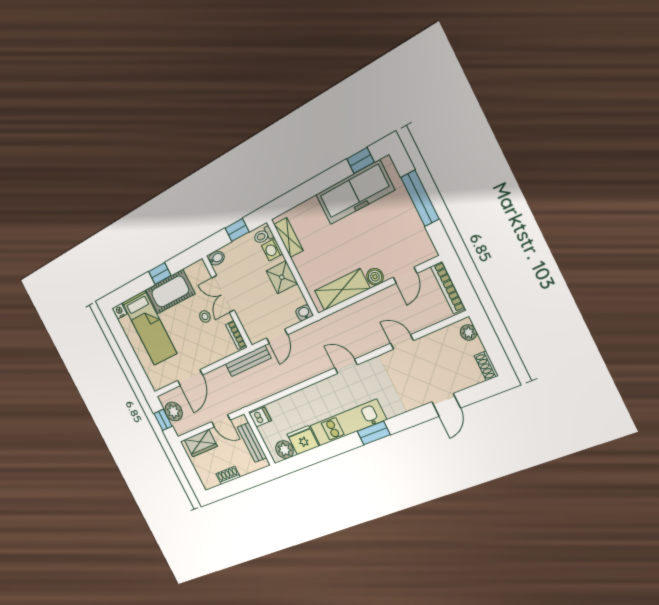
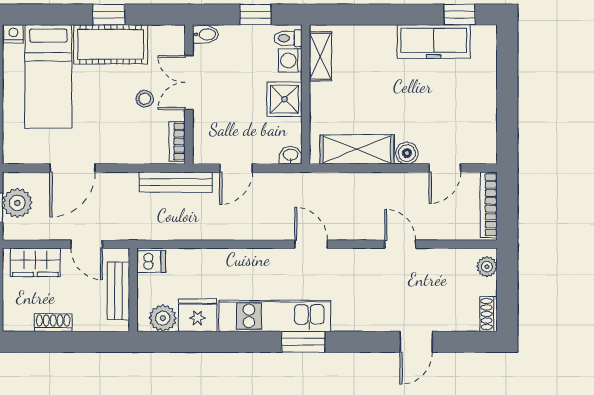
freezer: (355, 192) -> (434, 42), width x0.73, depth x0.79
window: (420, 198) -> (507, 90), removed

